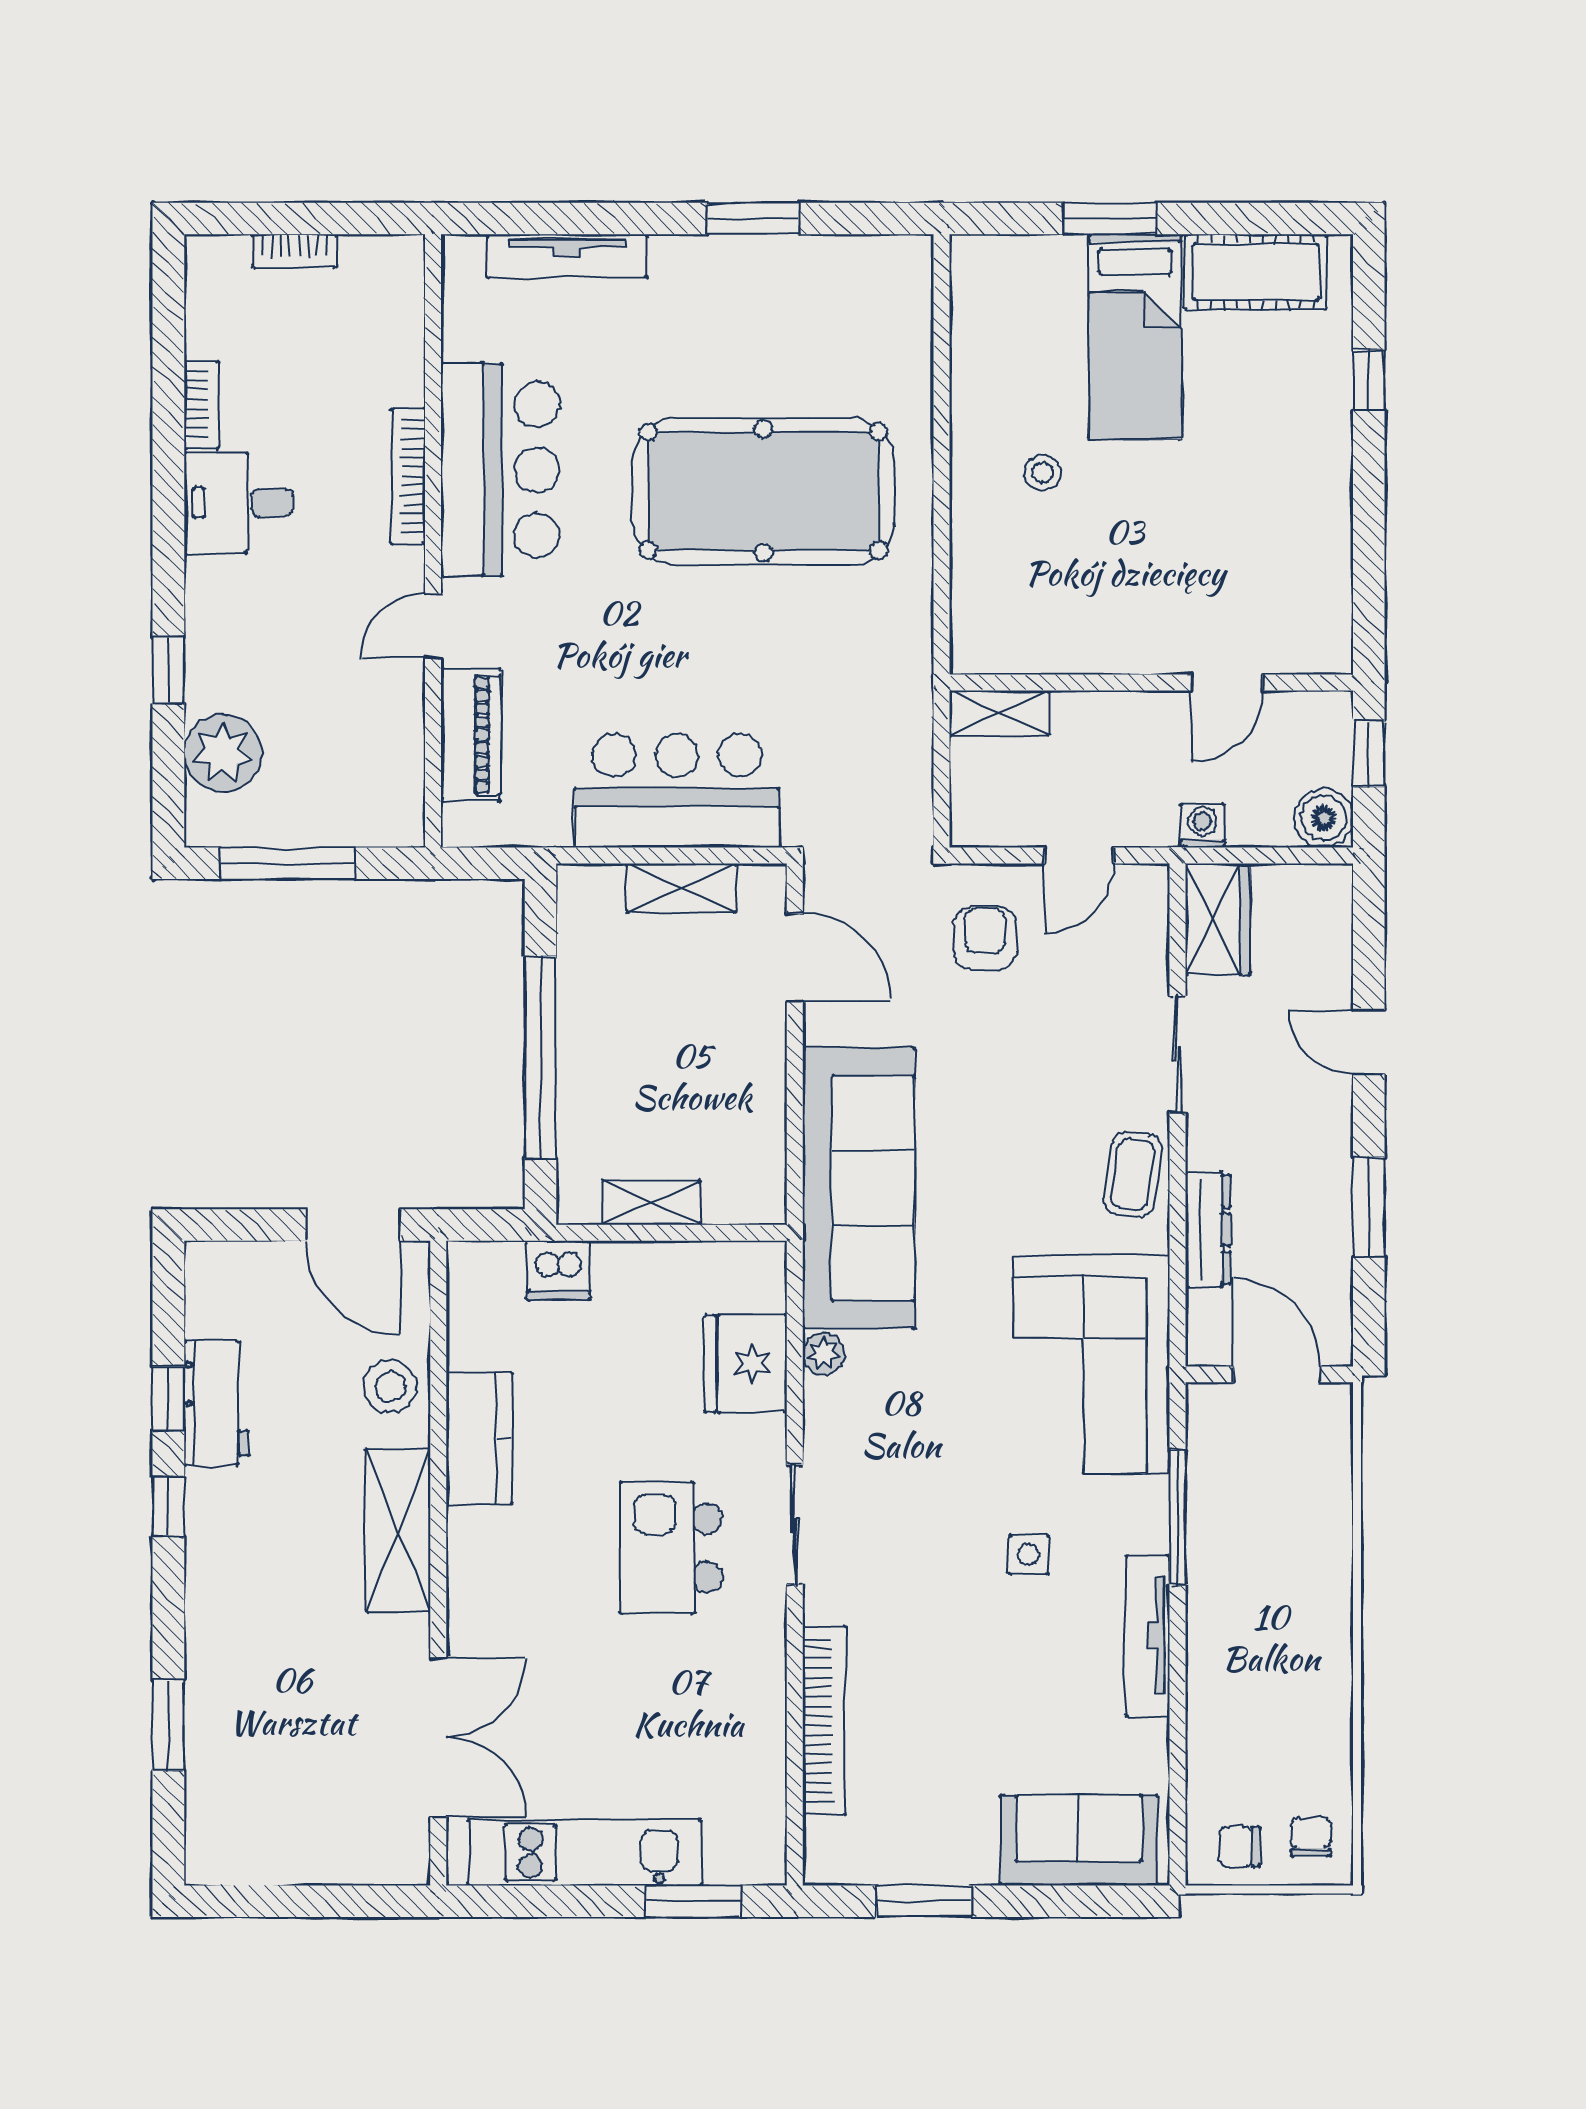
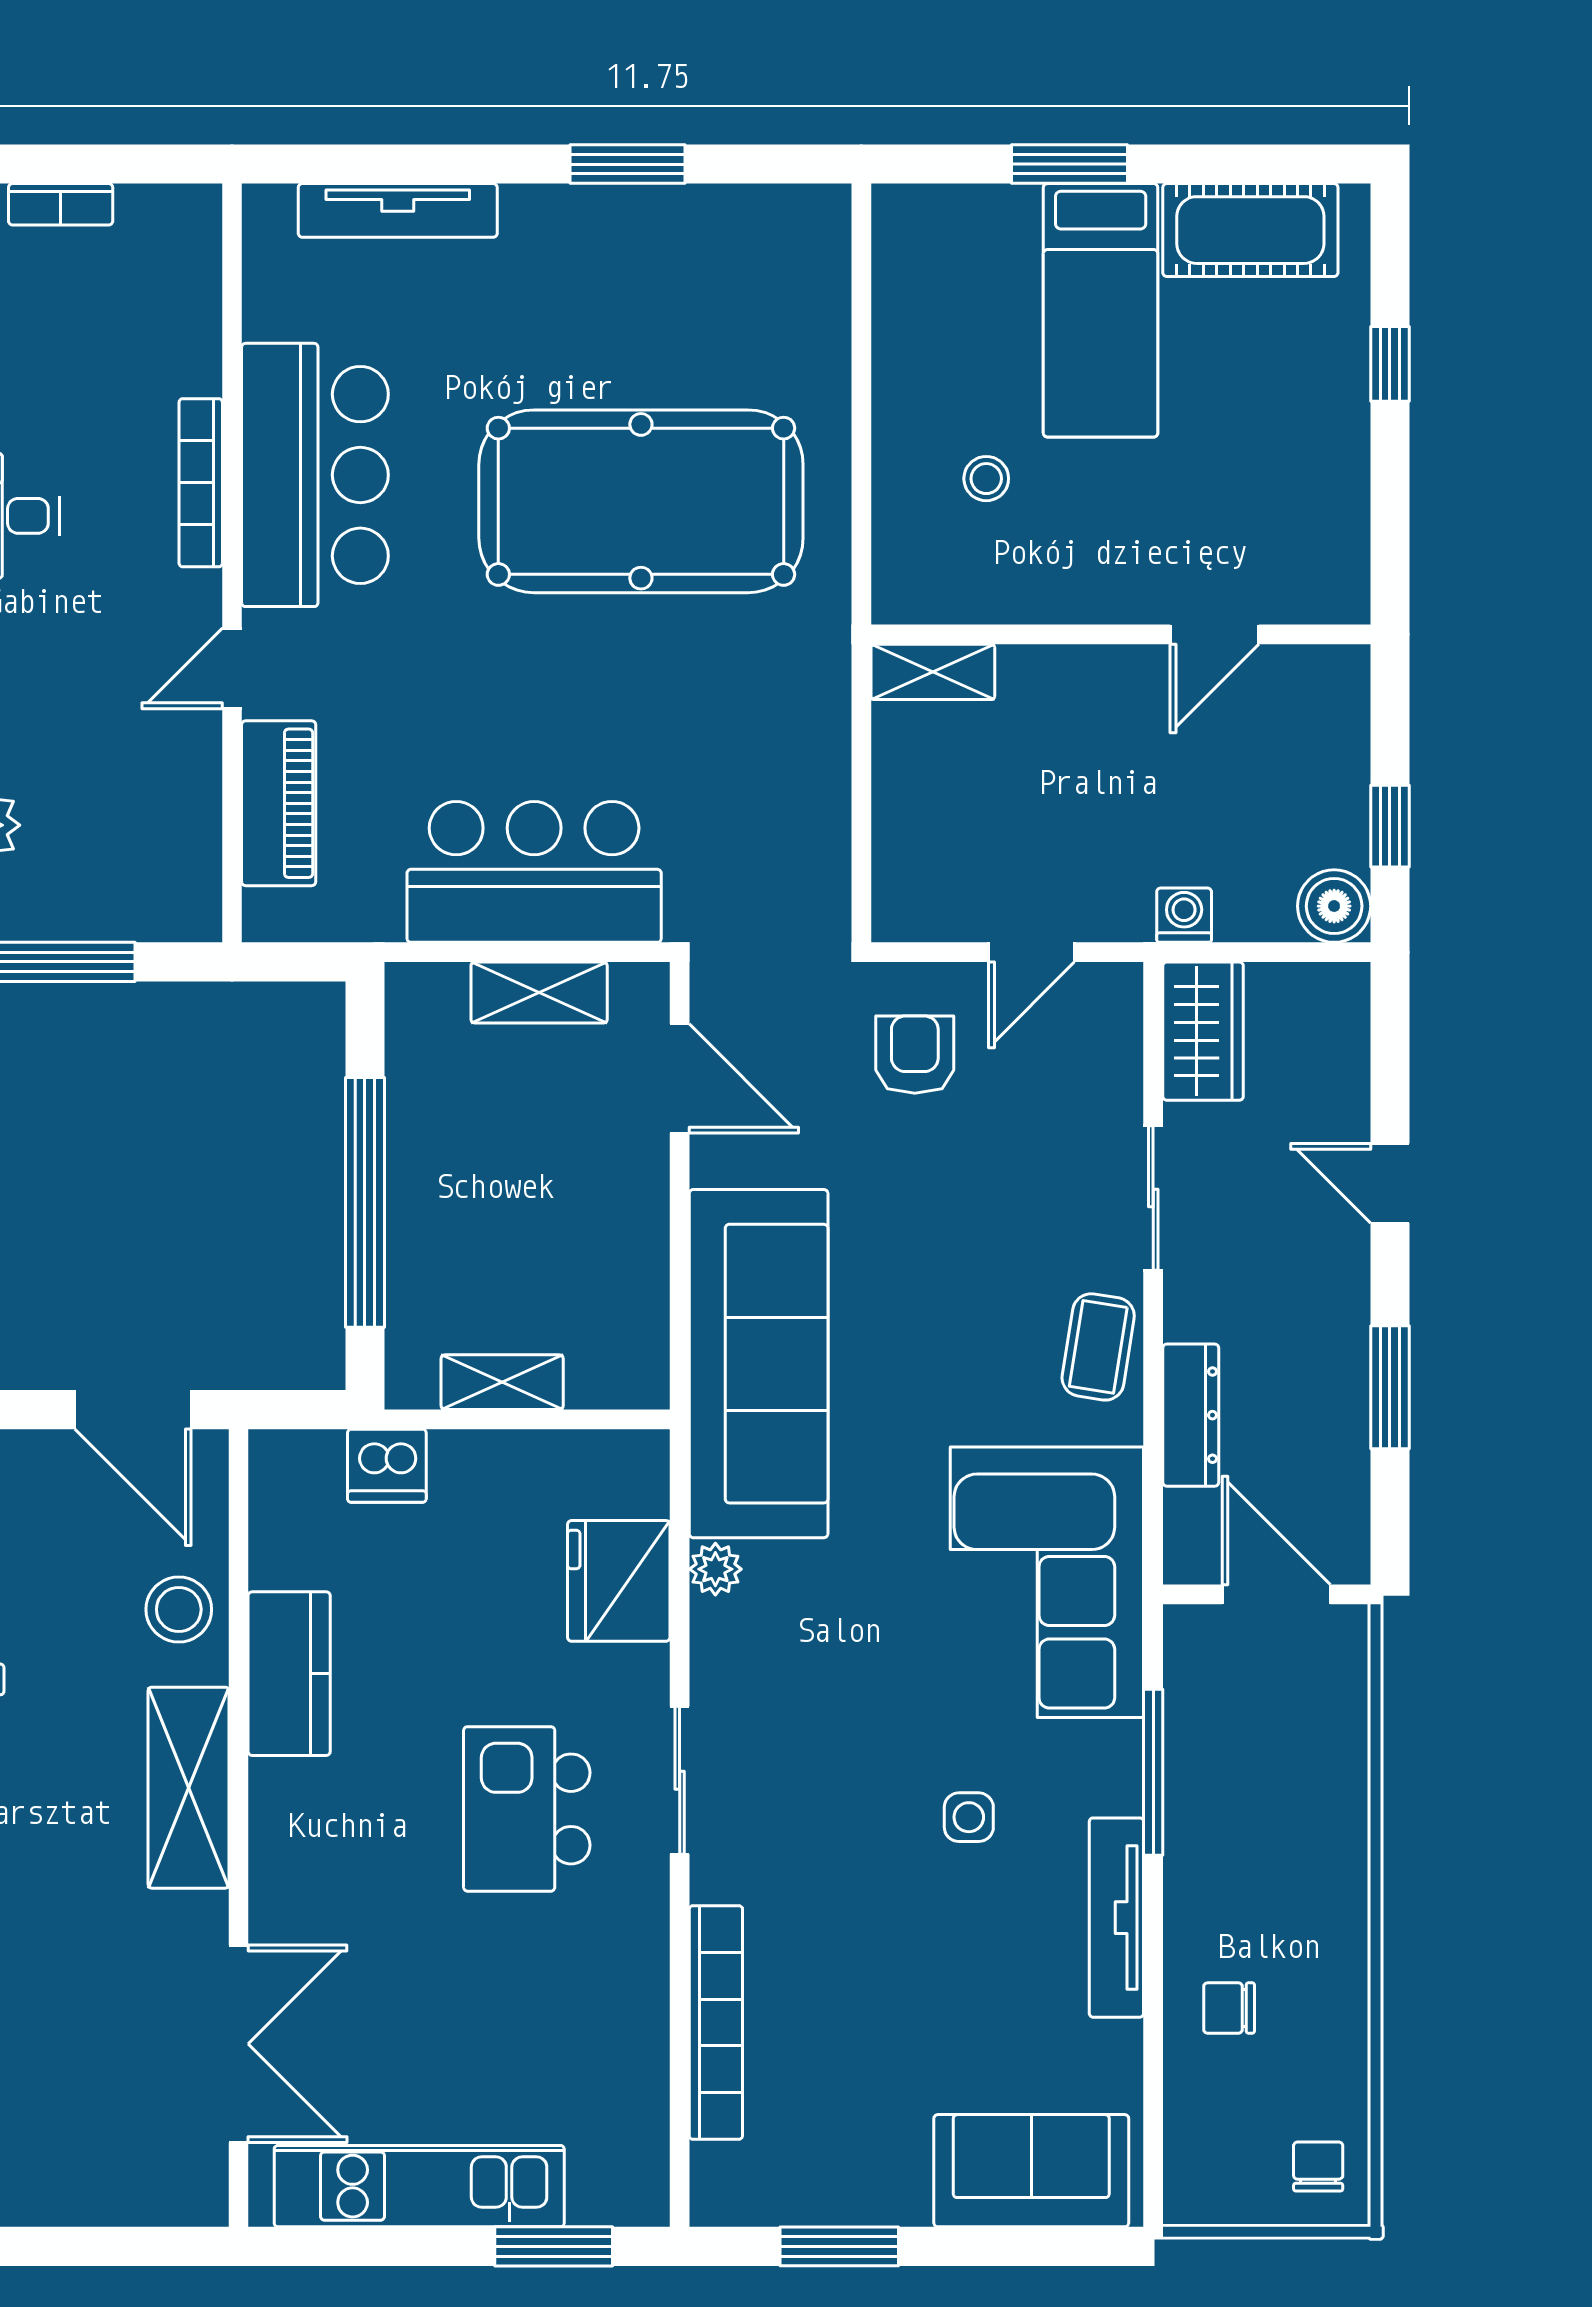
wall: (1151, 682) -> (1121, 634), moved
door: (1227, 682) -> (1215, 634), moved
shelving: (999, 713) -> (933, 672), moved
chair: (1240, 1847) -> (1229, 2008), moved

